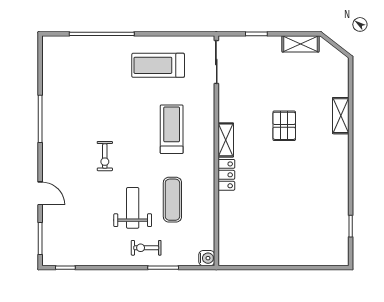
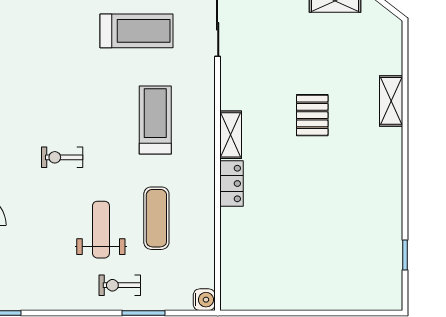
treadmill: (158, 65) -> (136, 31), turned 180
exercise bike: (105, 156) -> (62, 157), turned 90

